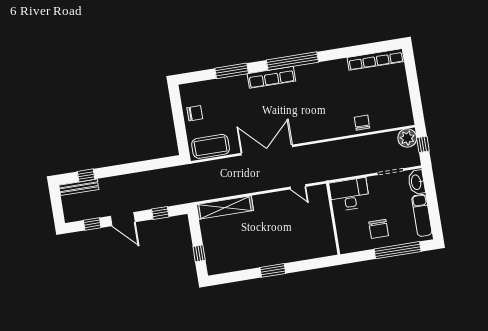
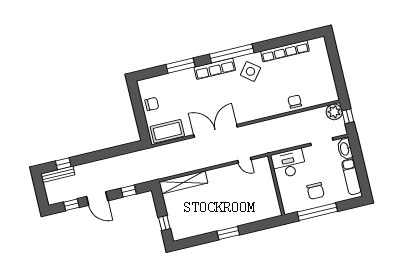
row of seats: (376, 59) -> (285, 51), moved
side table: (313, 84) -> (250, 71), added
window: (398, 250) -> (317, 212), moved

